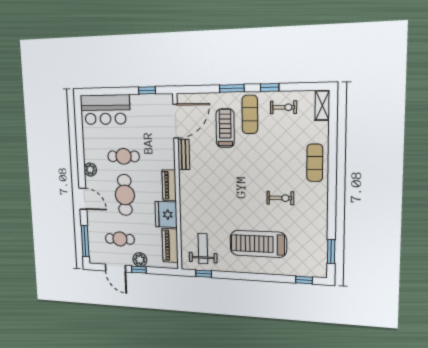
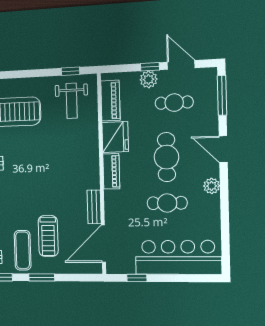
bar counter: (105, 110) -> (178, 257), width x1.36

